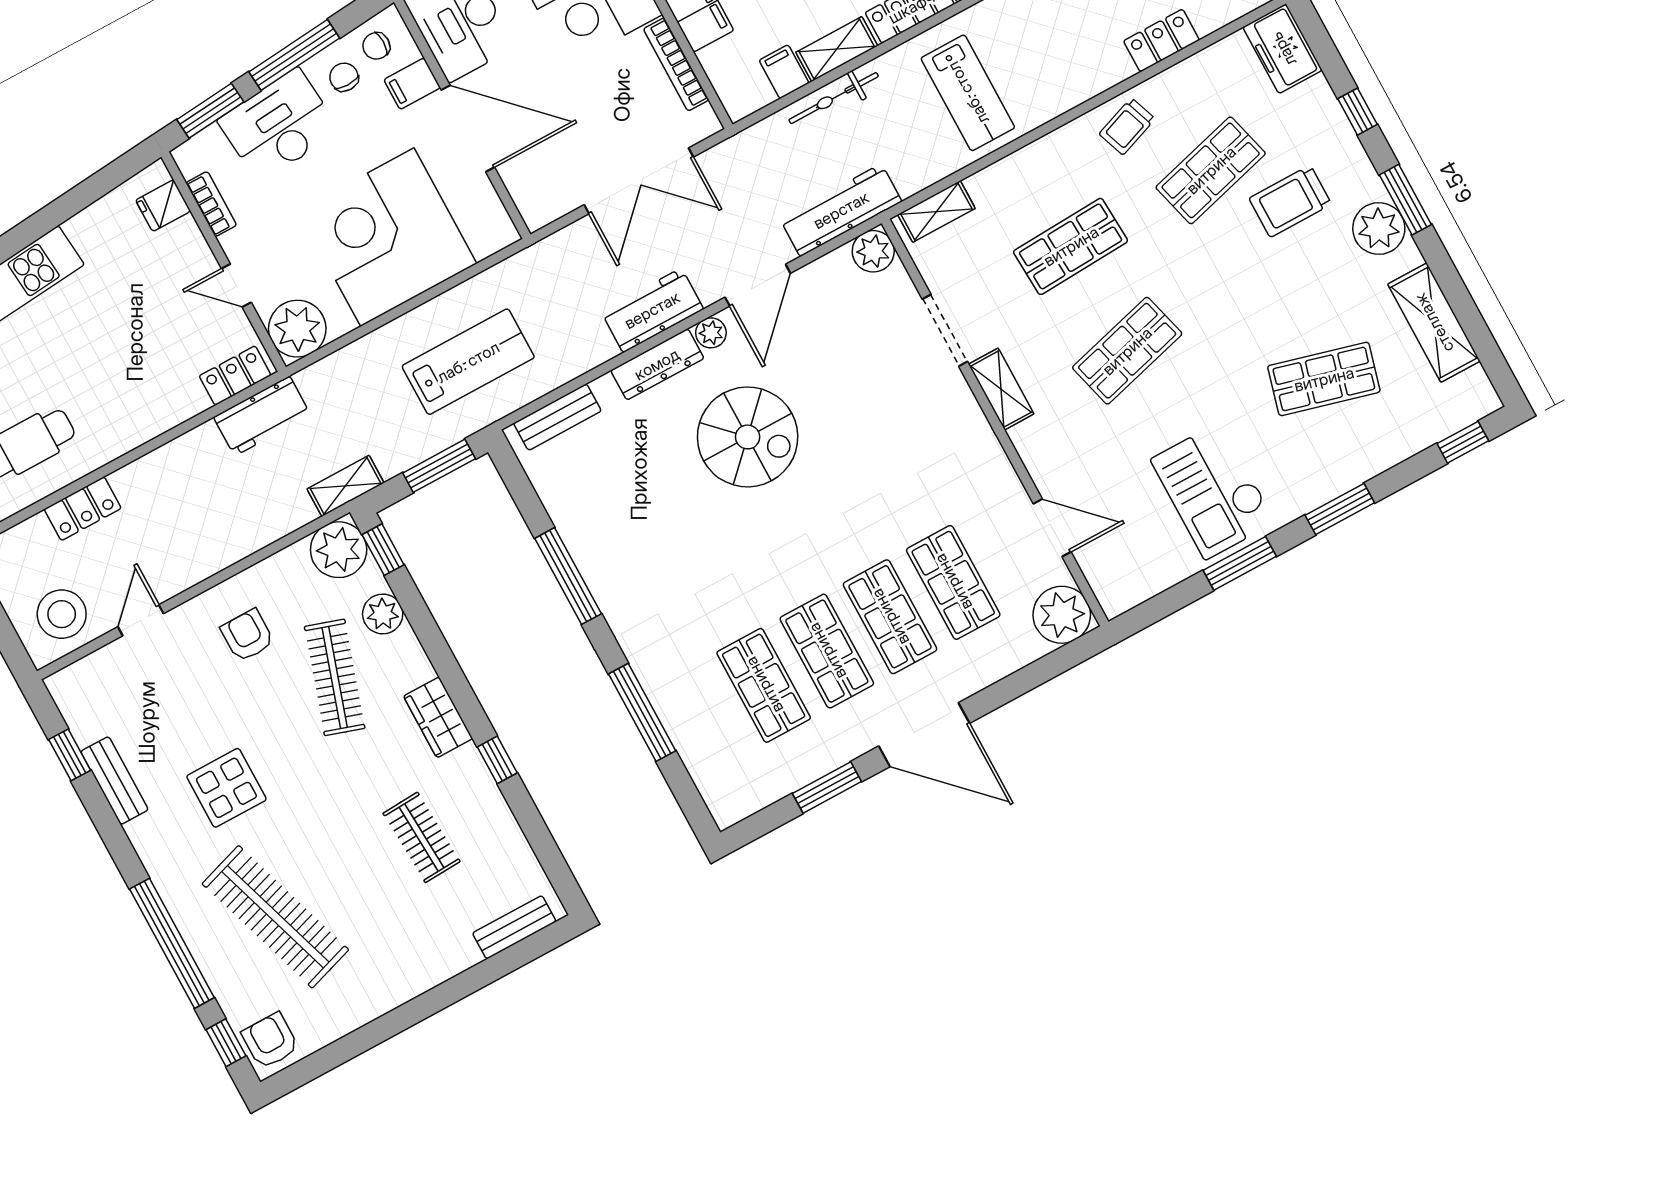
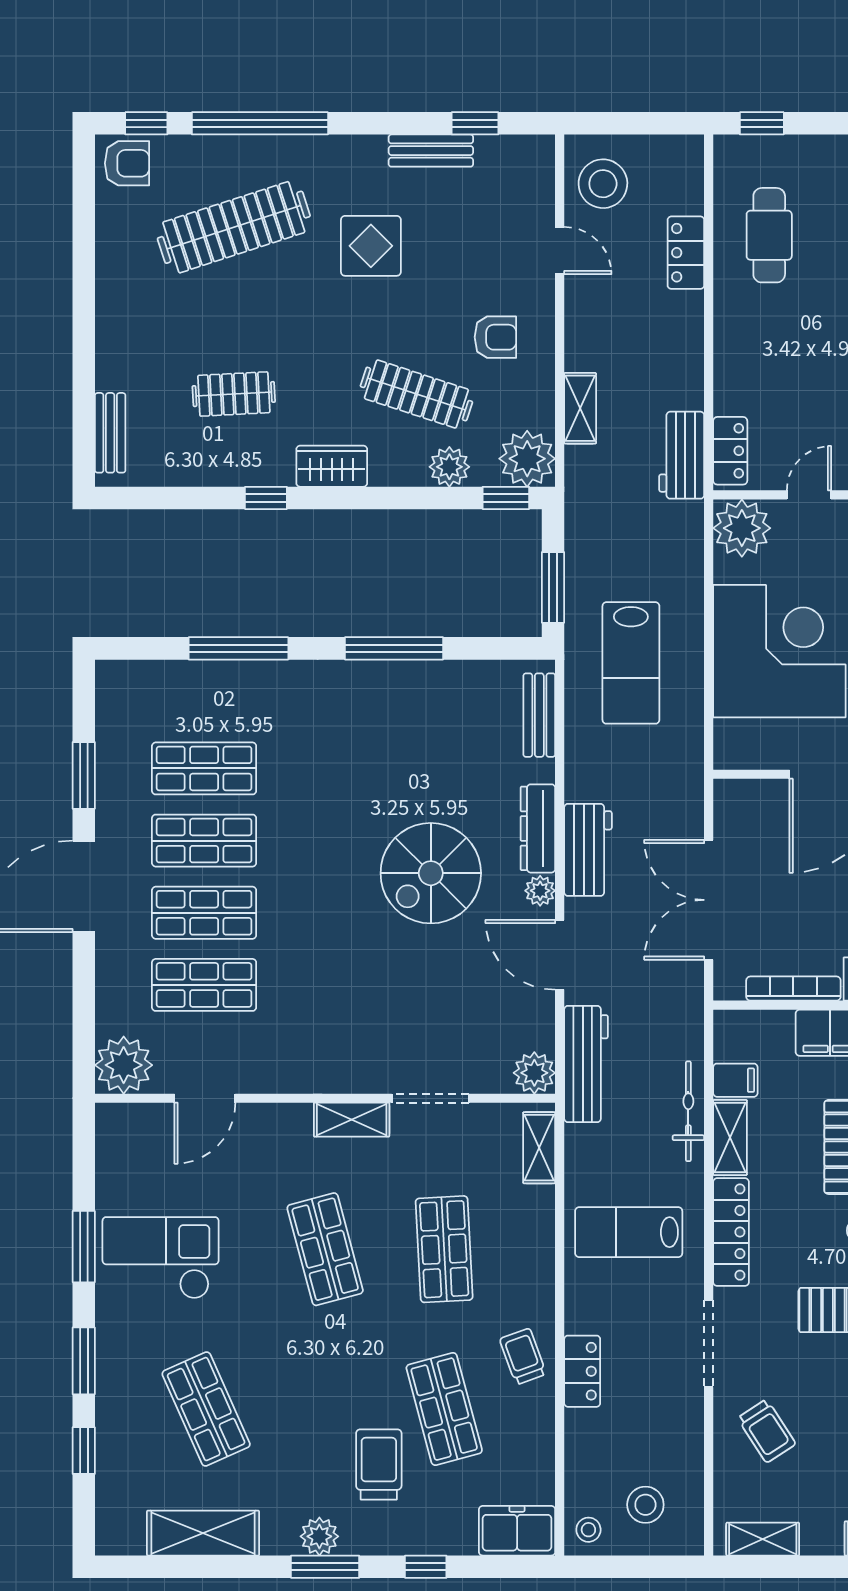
locker: (1161, 40) -> (582, 1371), moved
plant: (1379, 229) -> (319, 1536), width x0.73, depth x0.73
shop shelf: (1324, 379) -> (206, 1409), turned -39
window: (1463, 442) -> (84, 1451), moved
shelving: (346, 486) -> (580, 408), moved

